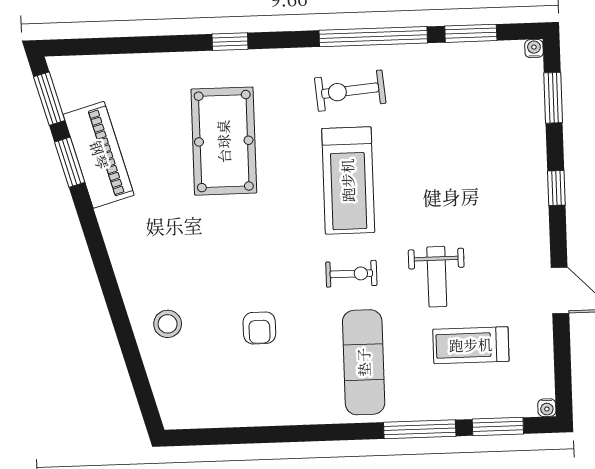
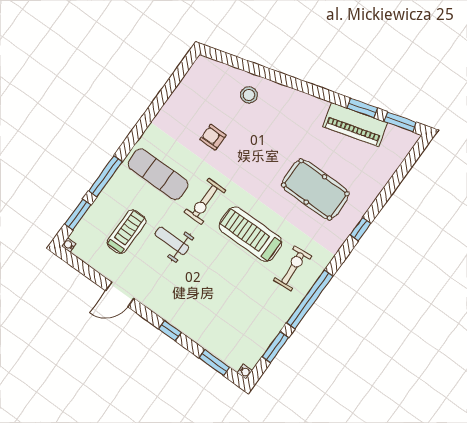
exercise bike: (351, 274) -> (205, 201), width x1.38, depth x1.39

